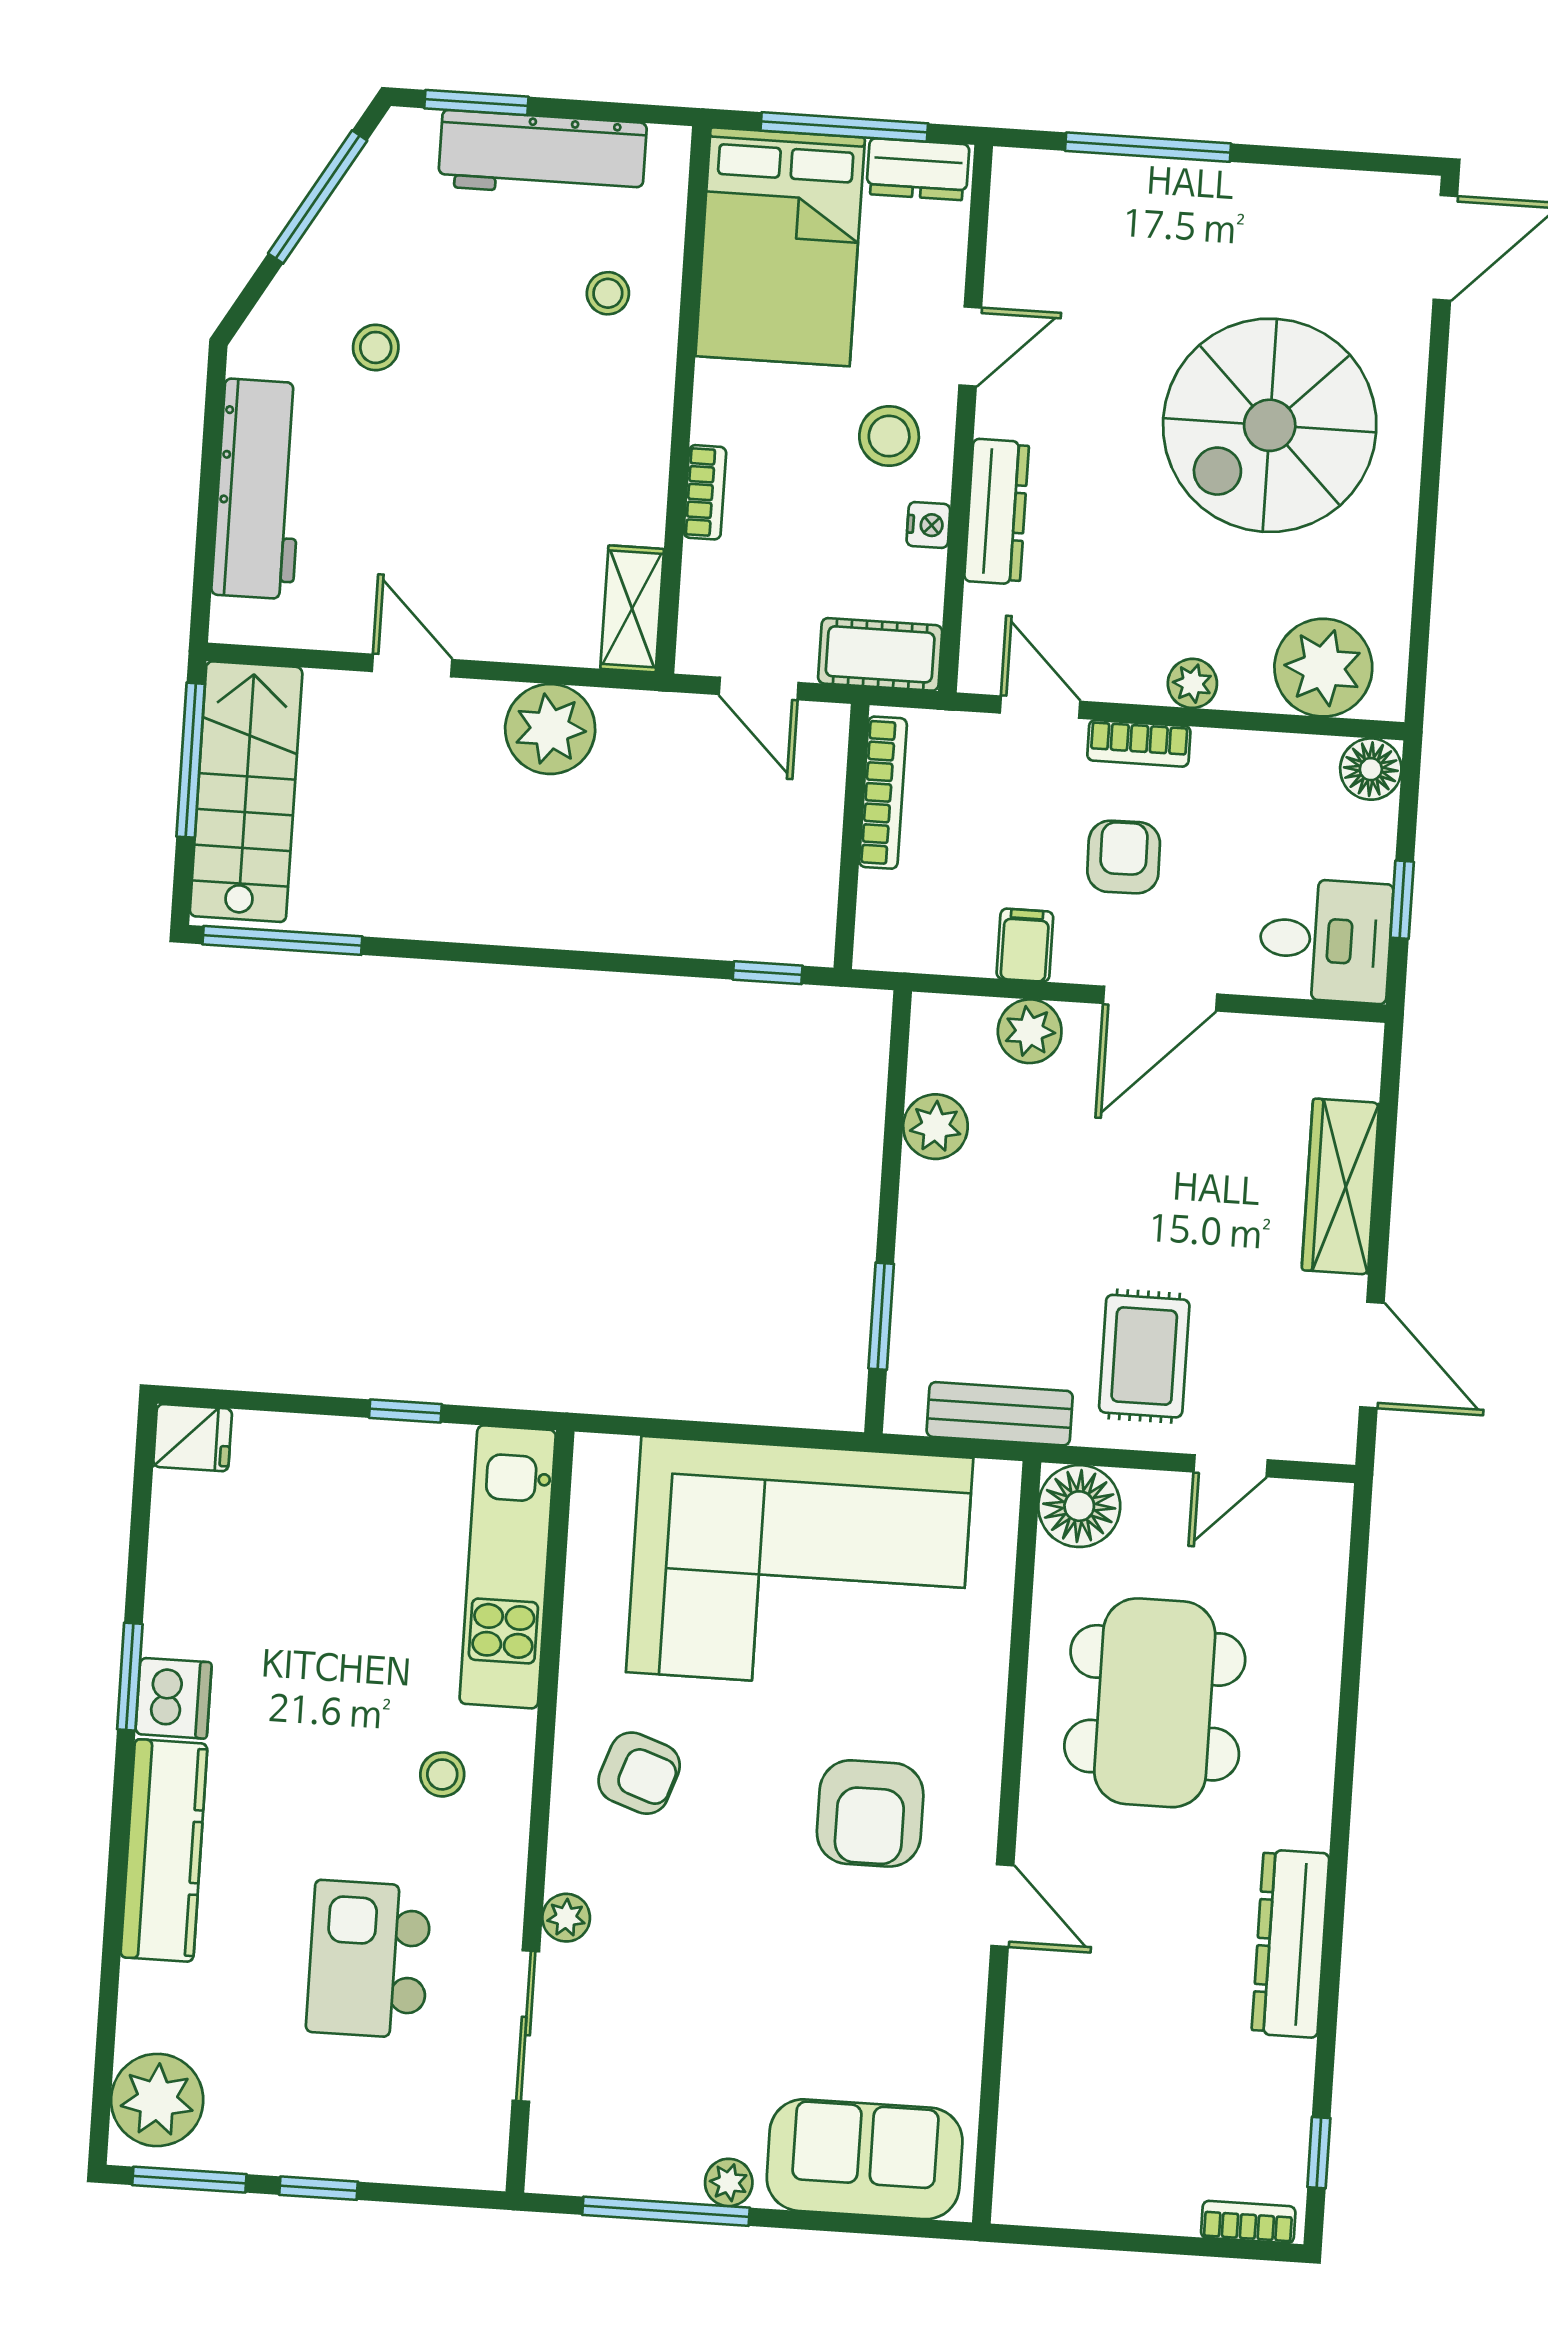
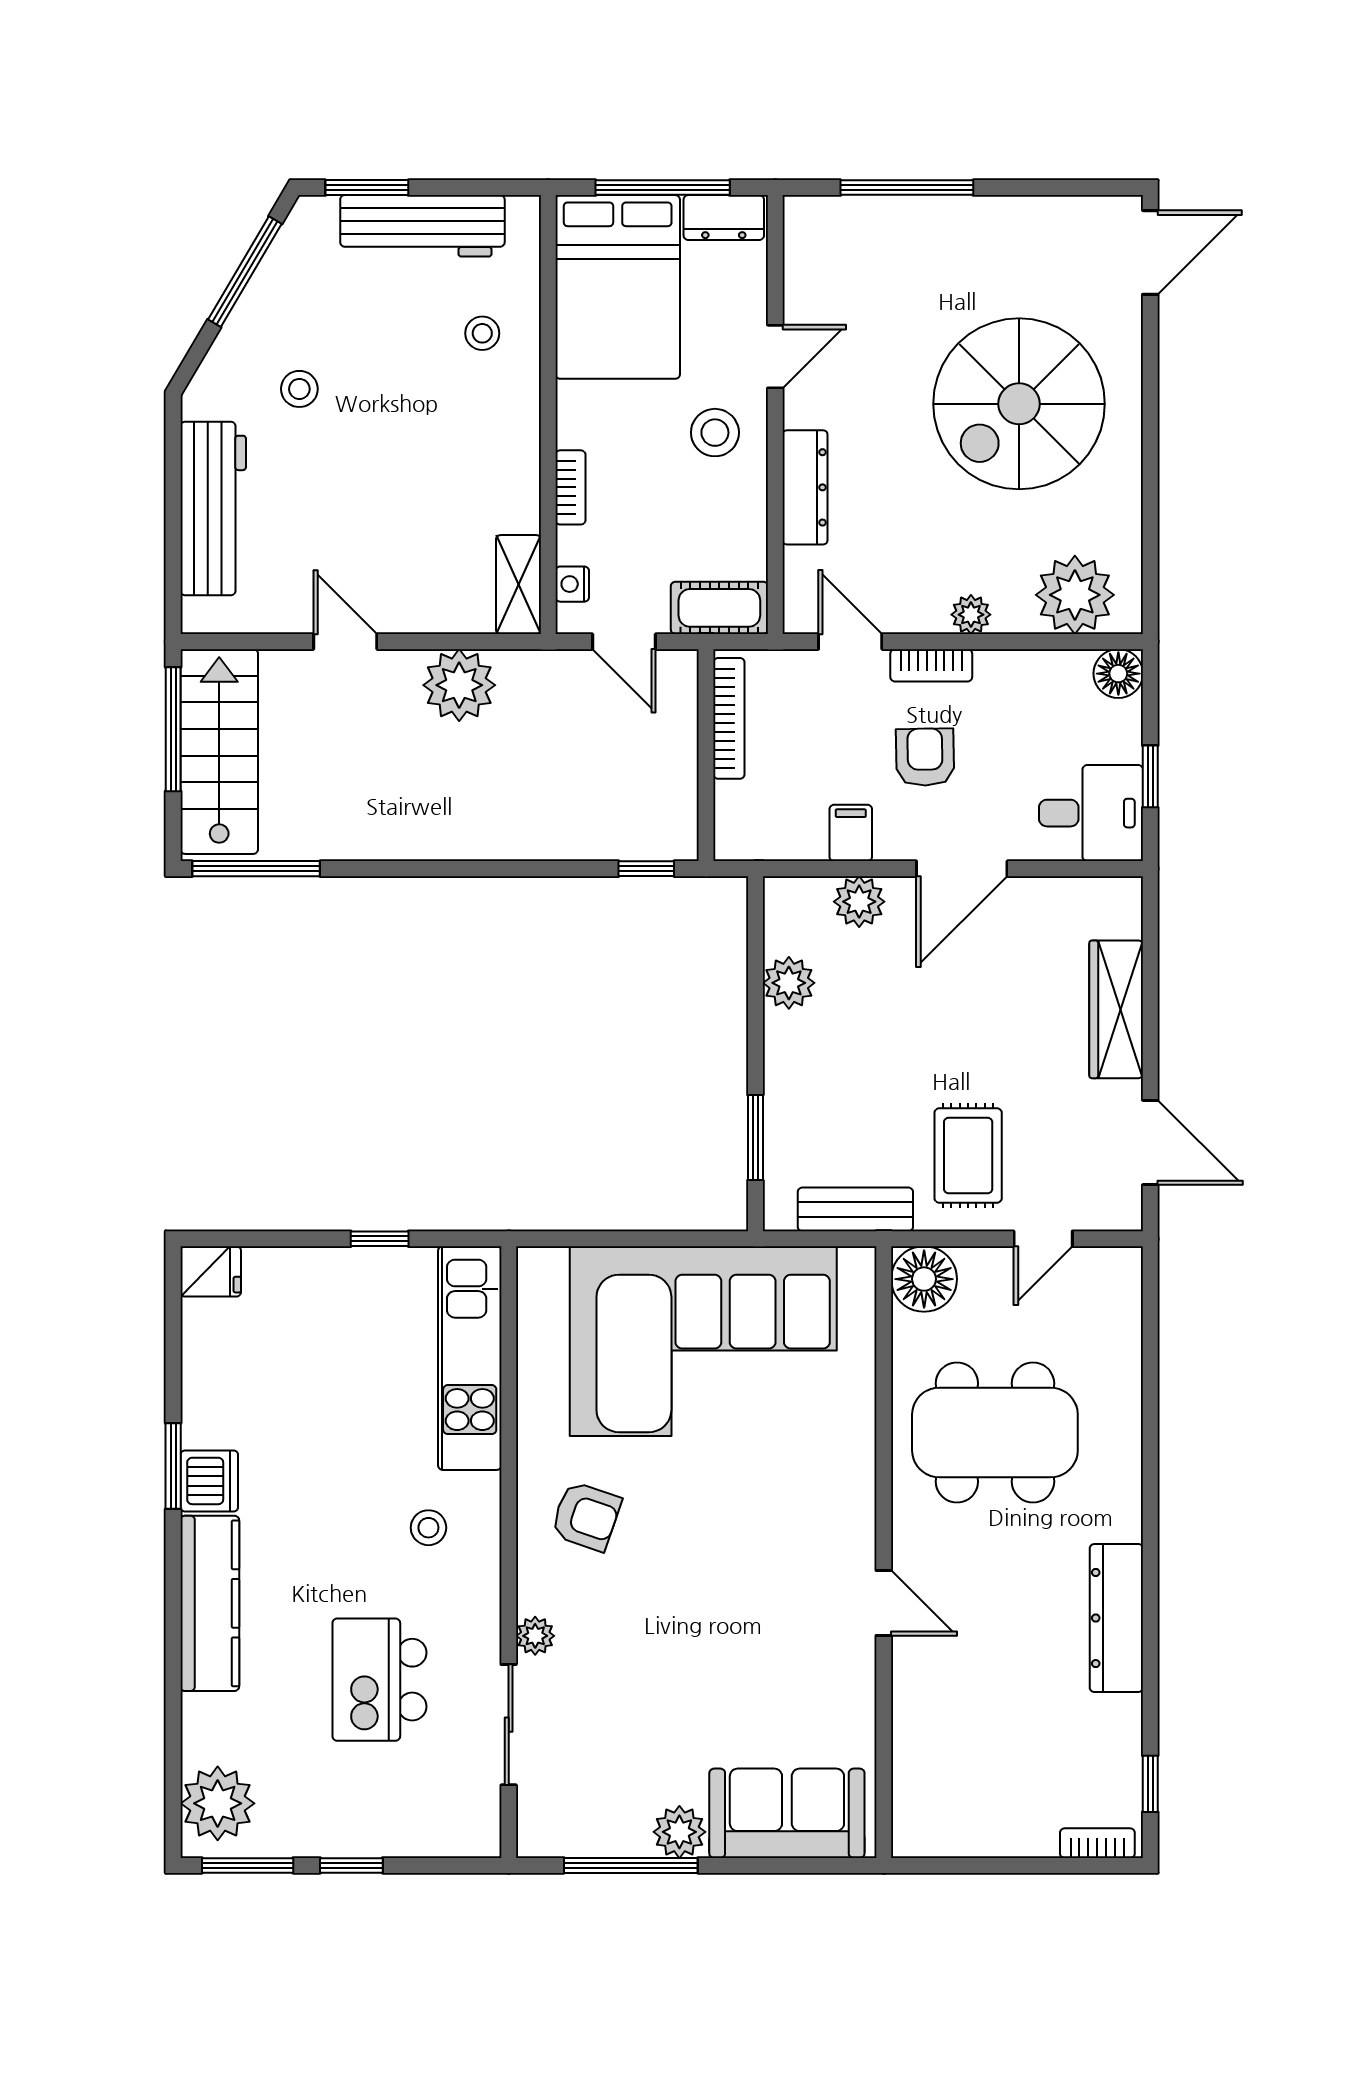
nightstand: (928, 525) -> (572, 584), moved, turned 180
dining table: (1155, 1703) -> (995, 1432), turned 90
armchair: (870, 1813) -> (773, 1536), removed
plant: (729, 2182) -> (679, 1832), width x1.38, depth x1.38

